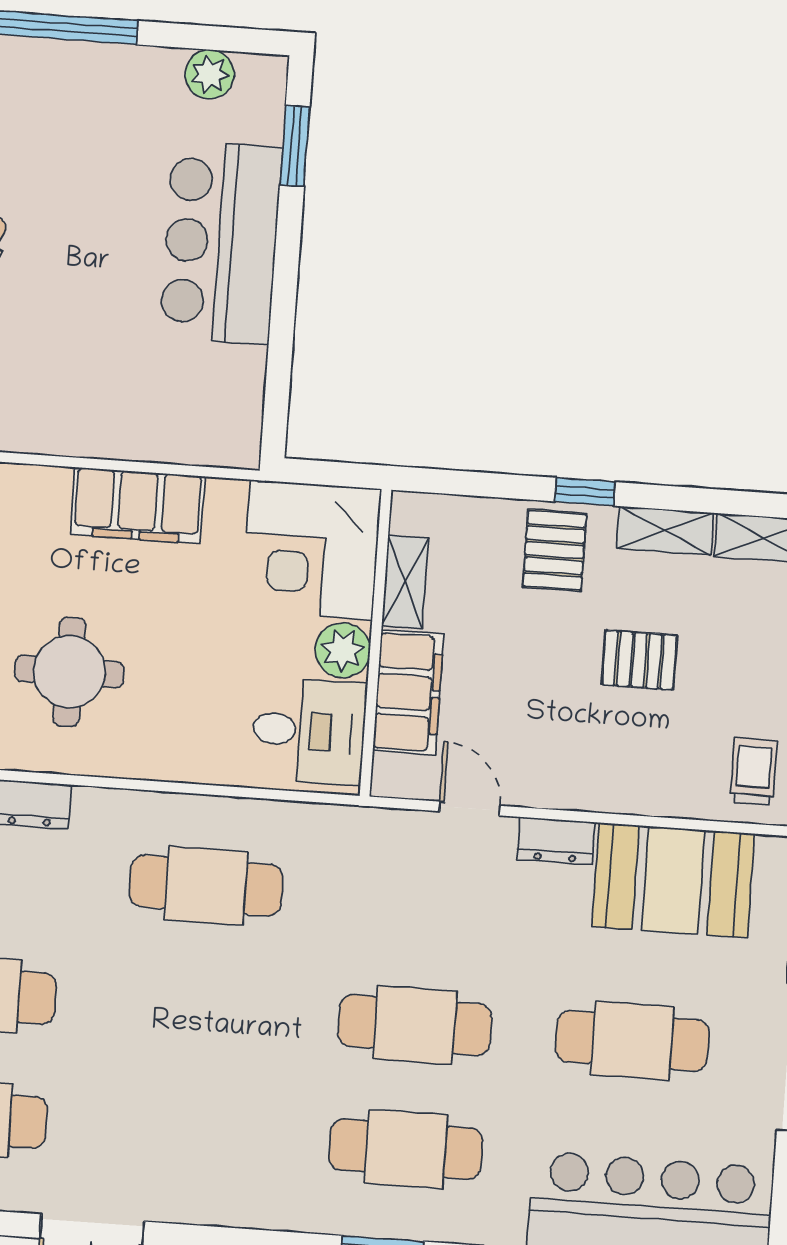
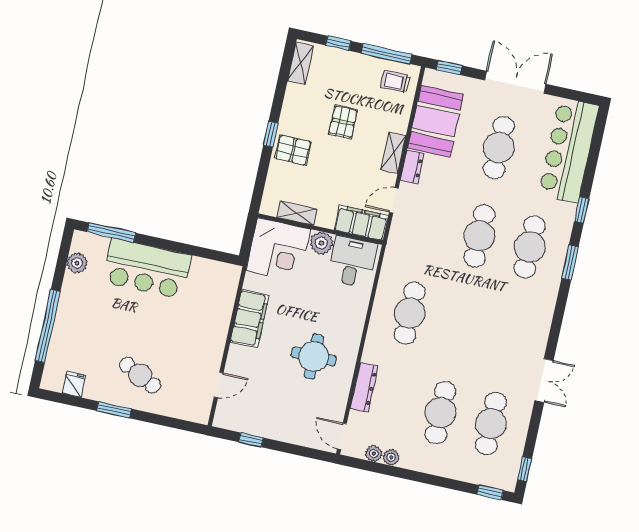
window: (295, 146) -> (112, 232), width x1.44
shelving: (665, 531) -> (393, 153), moved
filing cabinet: (408, 692) -> (361, 223), moved

